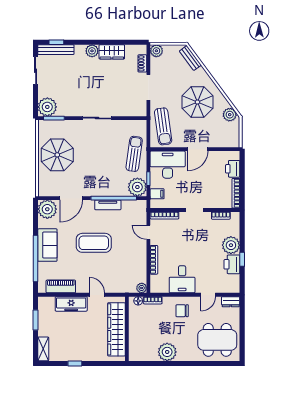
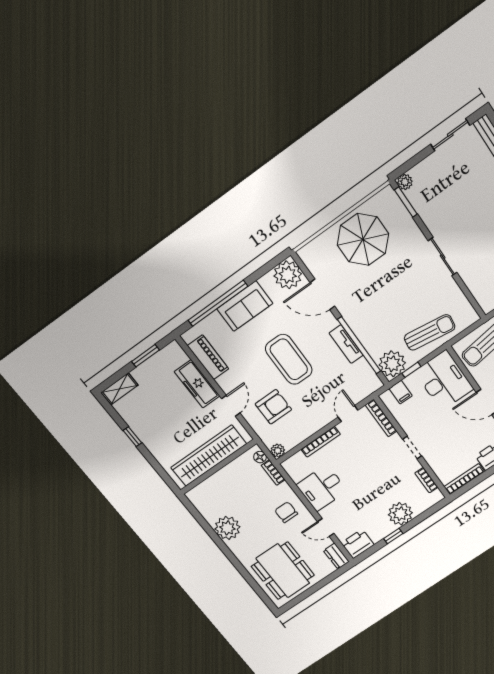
plant: (47, 107) -> (405, 182), width x0.53, depth x0.53
printer: (232, 264) -> (358, 544), moved
armchair: (114, 271) -> (273, 407), added

